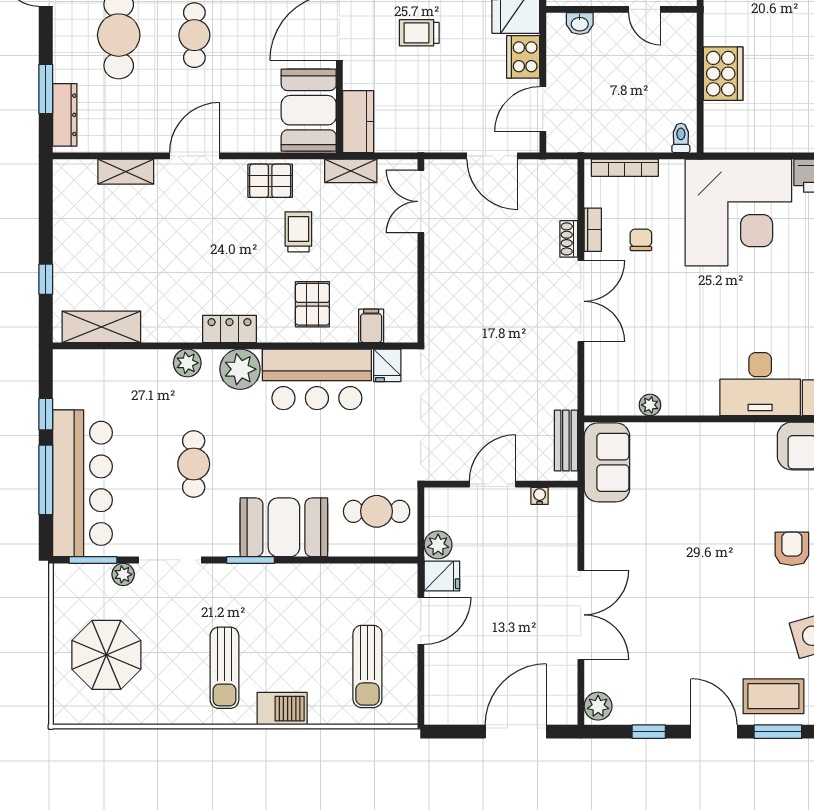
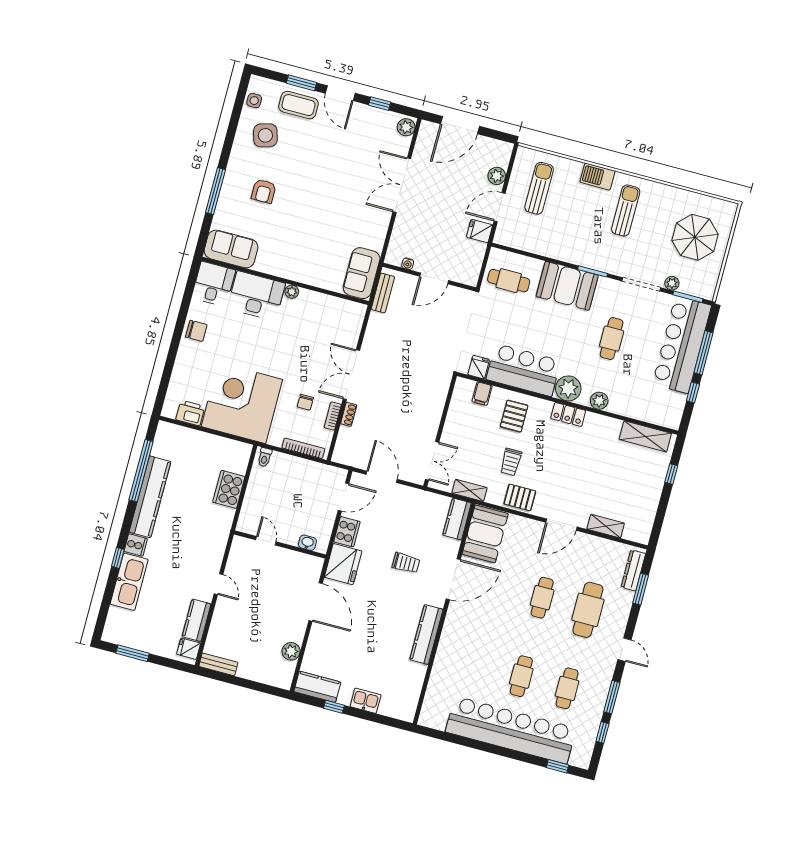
plant: (650, 405) -> (292, 292), moved
plant: (438, 545) -> (497, 176), moved

